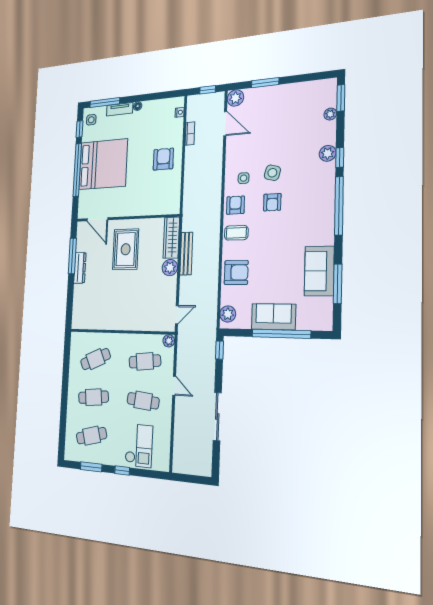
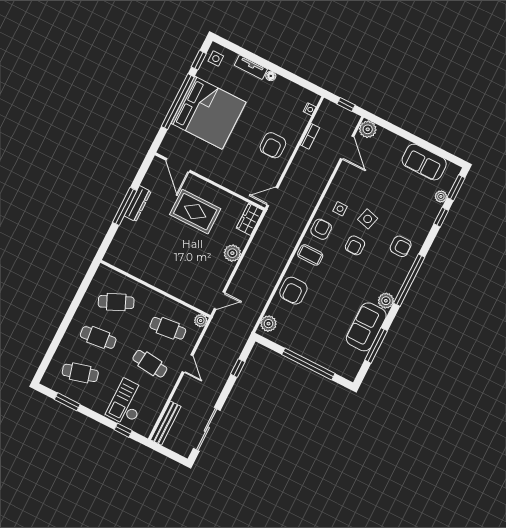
window: (265, 83) -> (401, 132), removed
window: (105, 103) -> (238, 50), removed
plant: (328, 153) -> (386, 301), moved
window: (340, 157) -> (441, 217), moved
armchair: (163, 159) -> (273, 145), turned 180
armchair: (315, 180) -> (401, 246), added
door: (182, 201) -> (272, 196), added
wardrobe: (171, 238) -> (250, 219), width x0.67
rug: (126, 249) -> (195, 212), turned 90
bench: (186, 254) -> (166, 423), moved
window: (72, 256) -> (125, 206), moved
armchair: (236, 273) -> (293, 291), turned 90
sofa: (274, 317) -> (424, 162), moved, turned 180
window: (220, 350) -> (238, 368), moved
sliding door: (217, 417) -> (207, 429), moved
checkout: (139, 446) -> (127, 403), turned 180
window: (122, 471) -> (123, 430), moved

